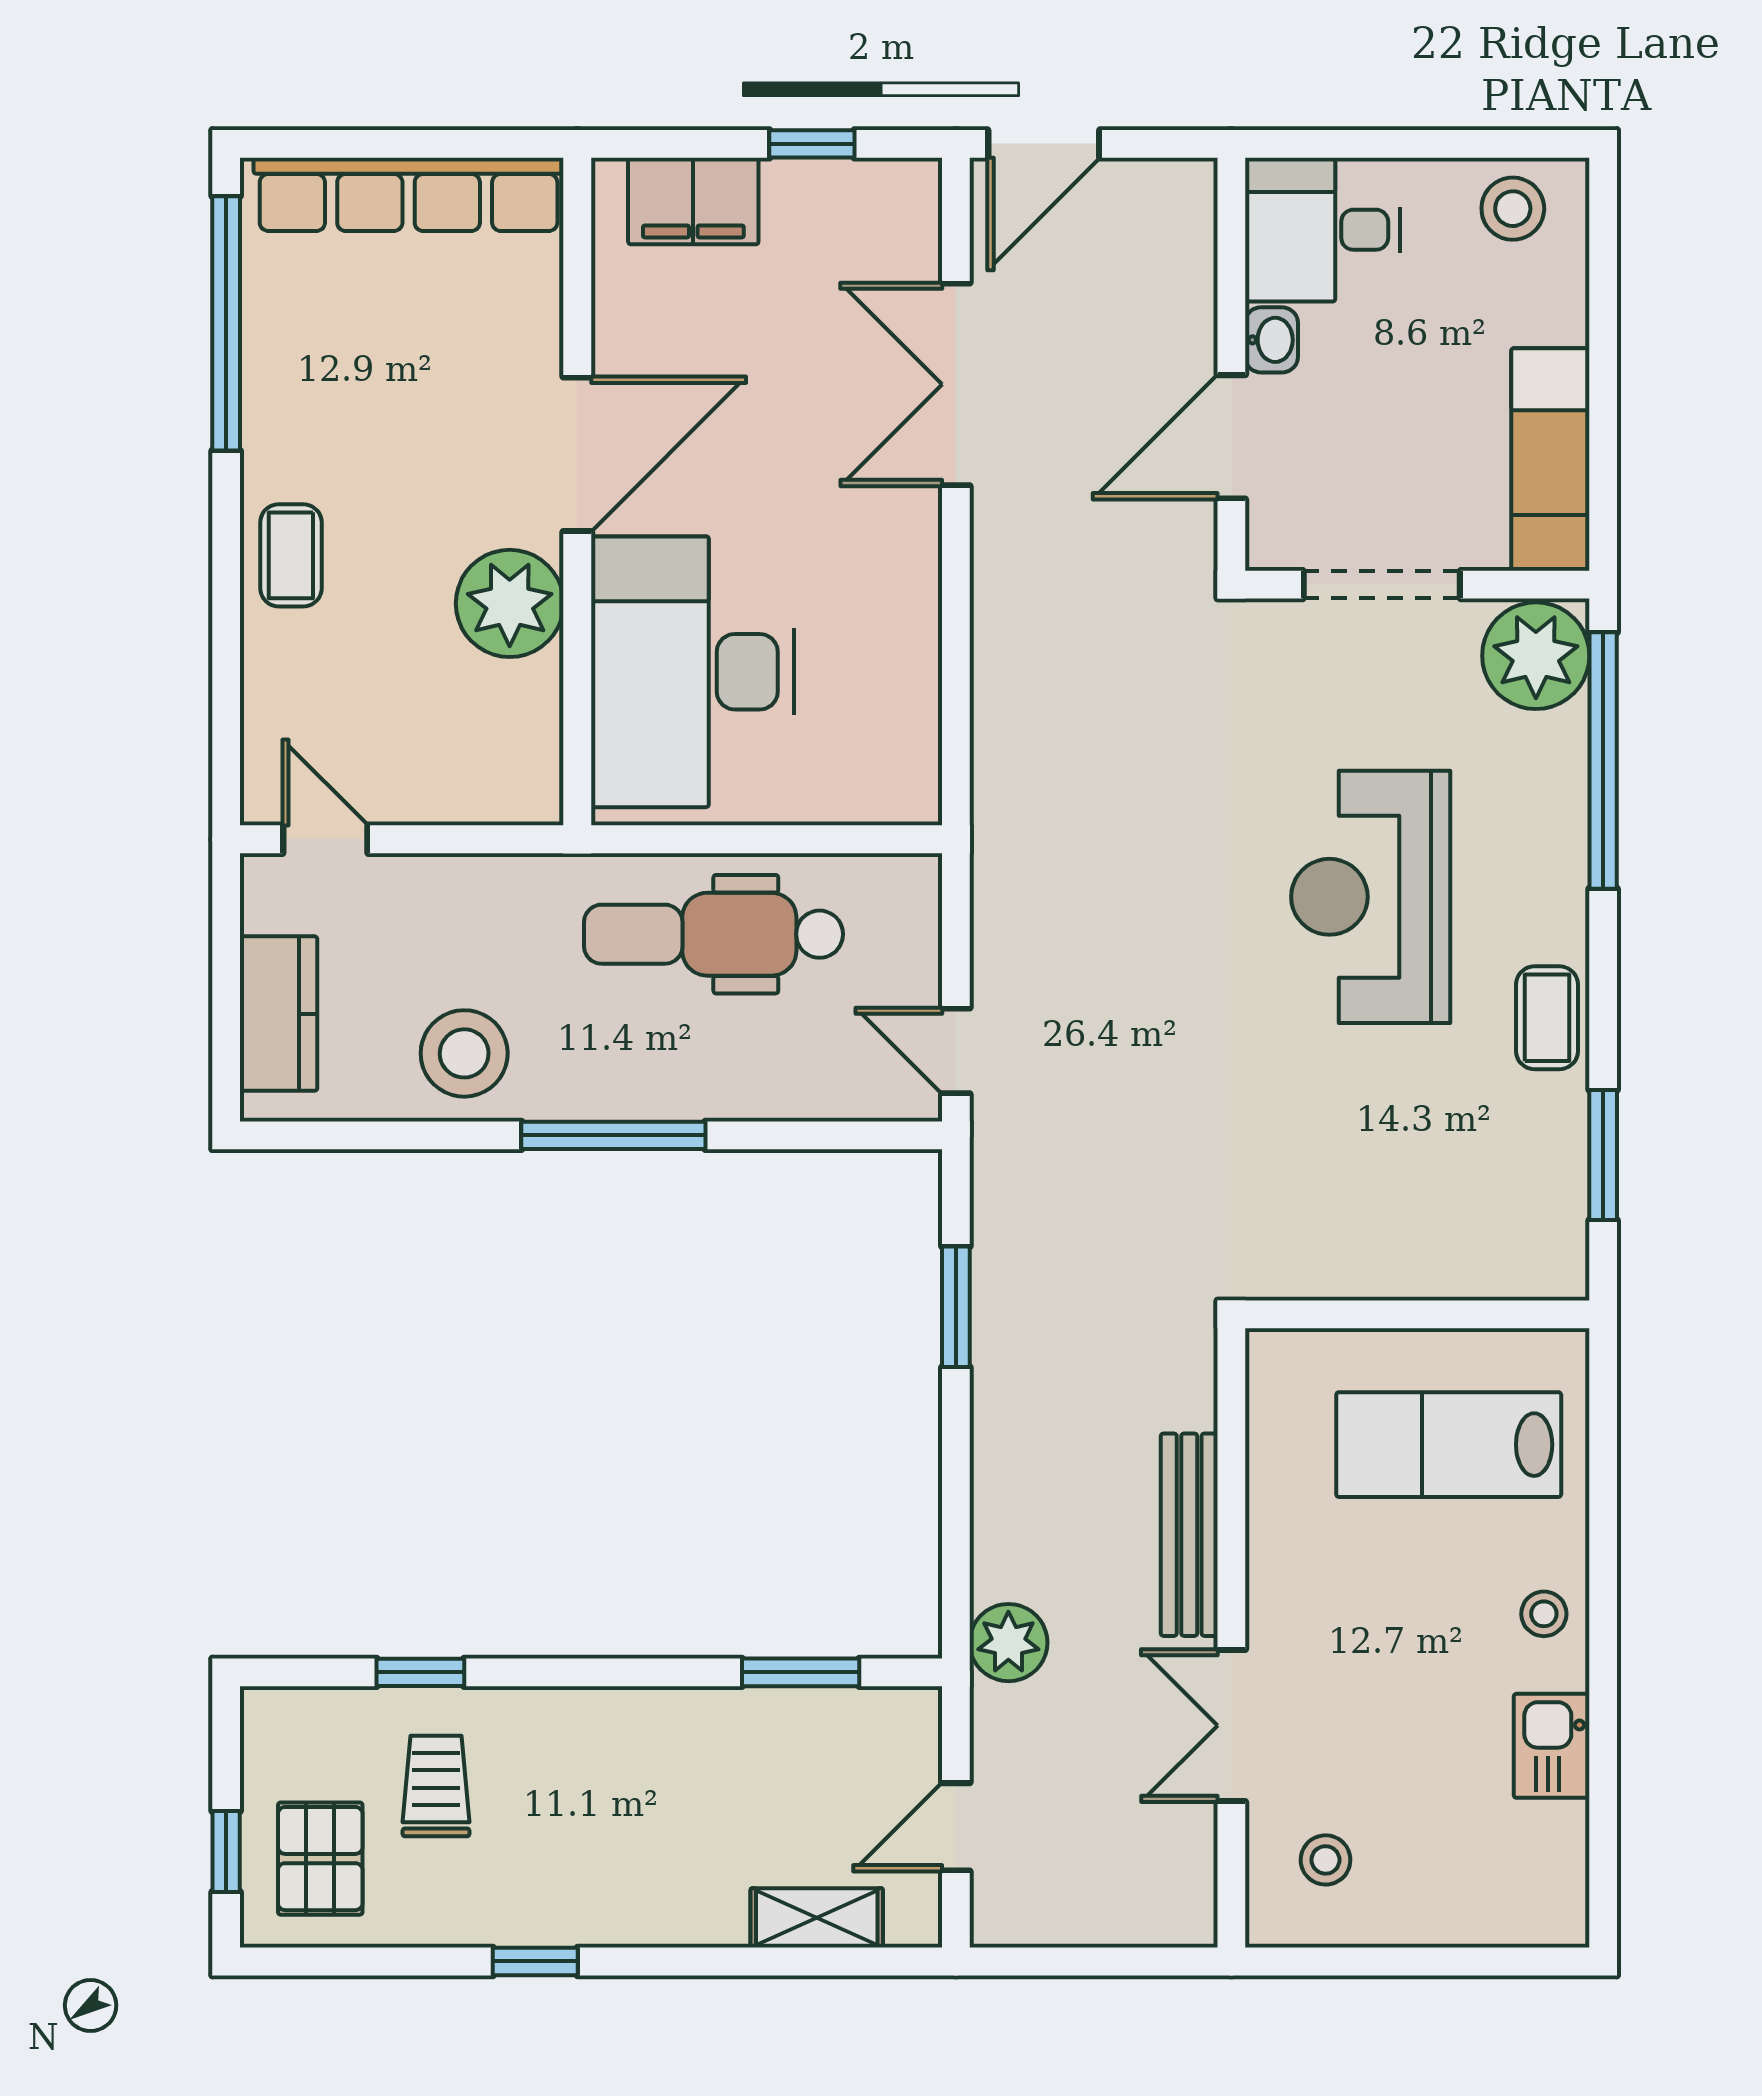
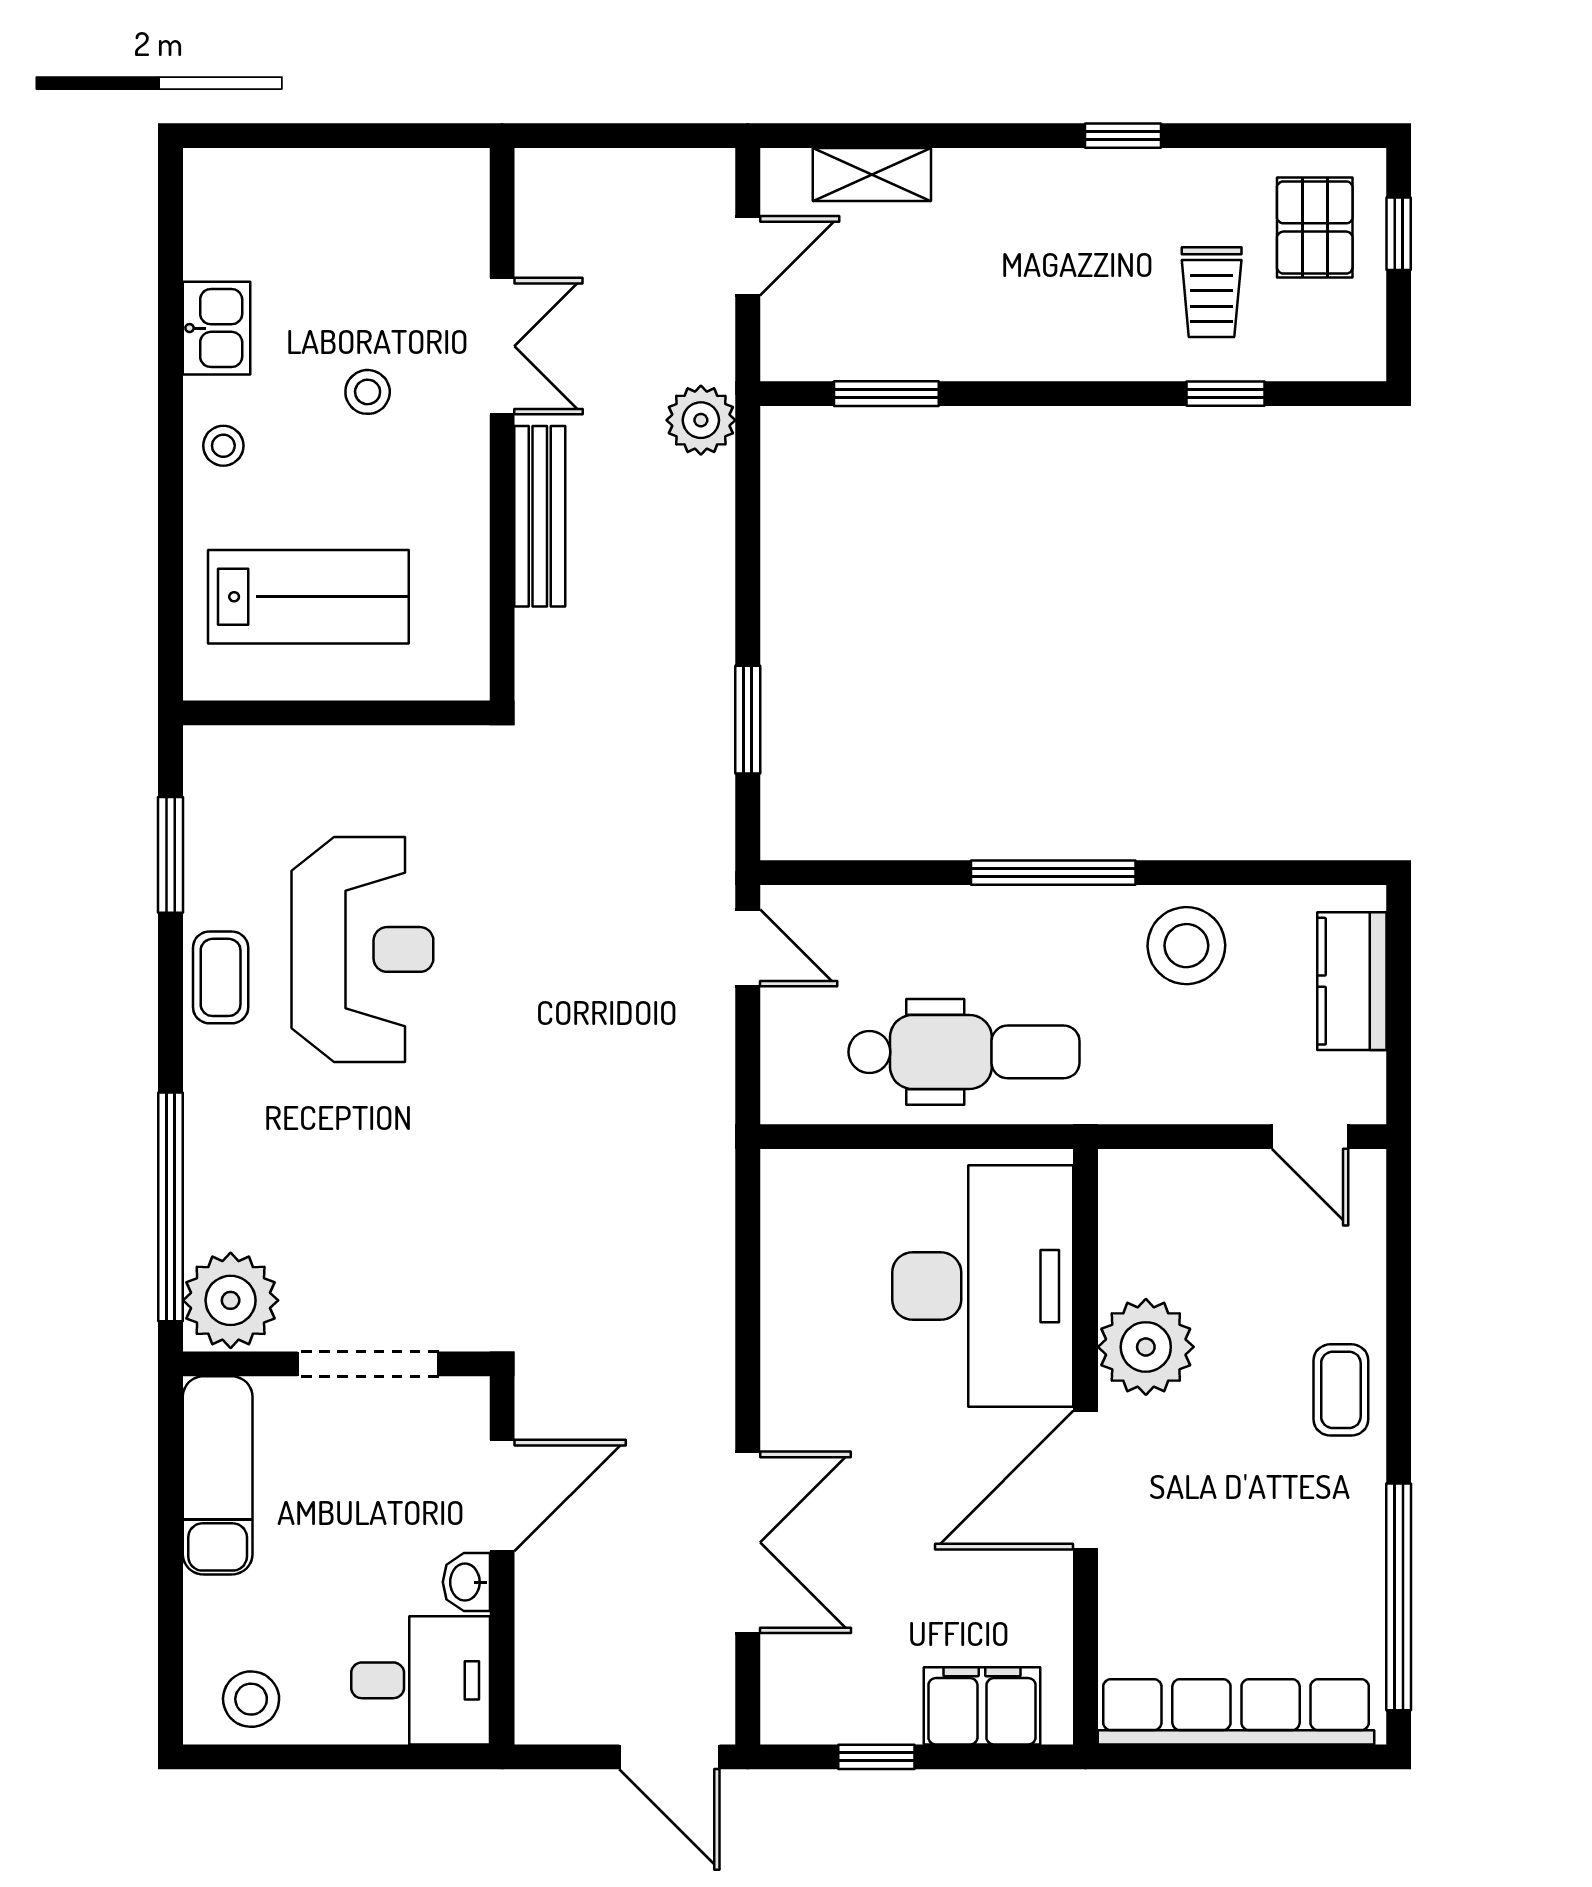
door: (1044, 144) -> (669, 1757), swing flipped
reception desk: (1371, 897) -> (362, 949), moved
stool: (1326, 1860) -> (368, 392), moved

